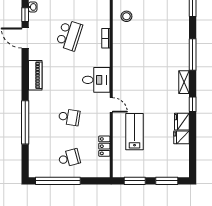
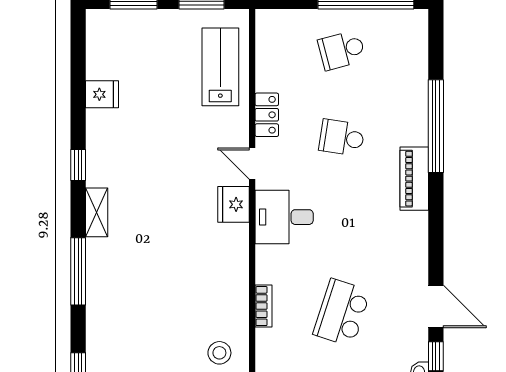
piano: (35, 75) -> (414, 179), moved
fridge: (182, 122) -> (234, 204), moved, turned 180
lab bench: (135, 132) -> (220, 67), moved, turned 180
locker: (104, 146) -> (267, 115), moved

